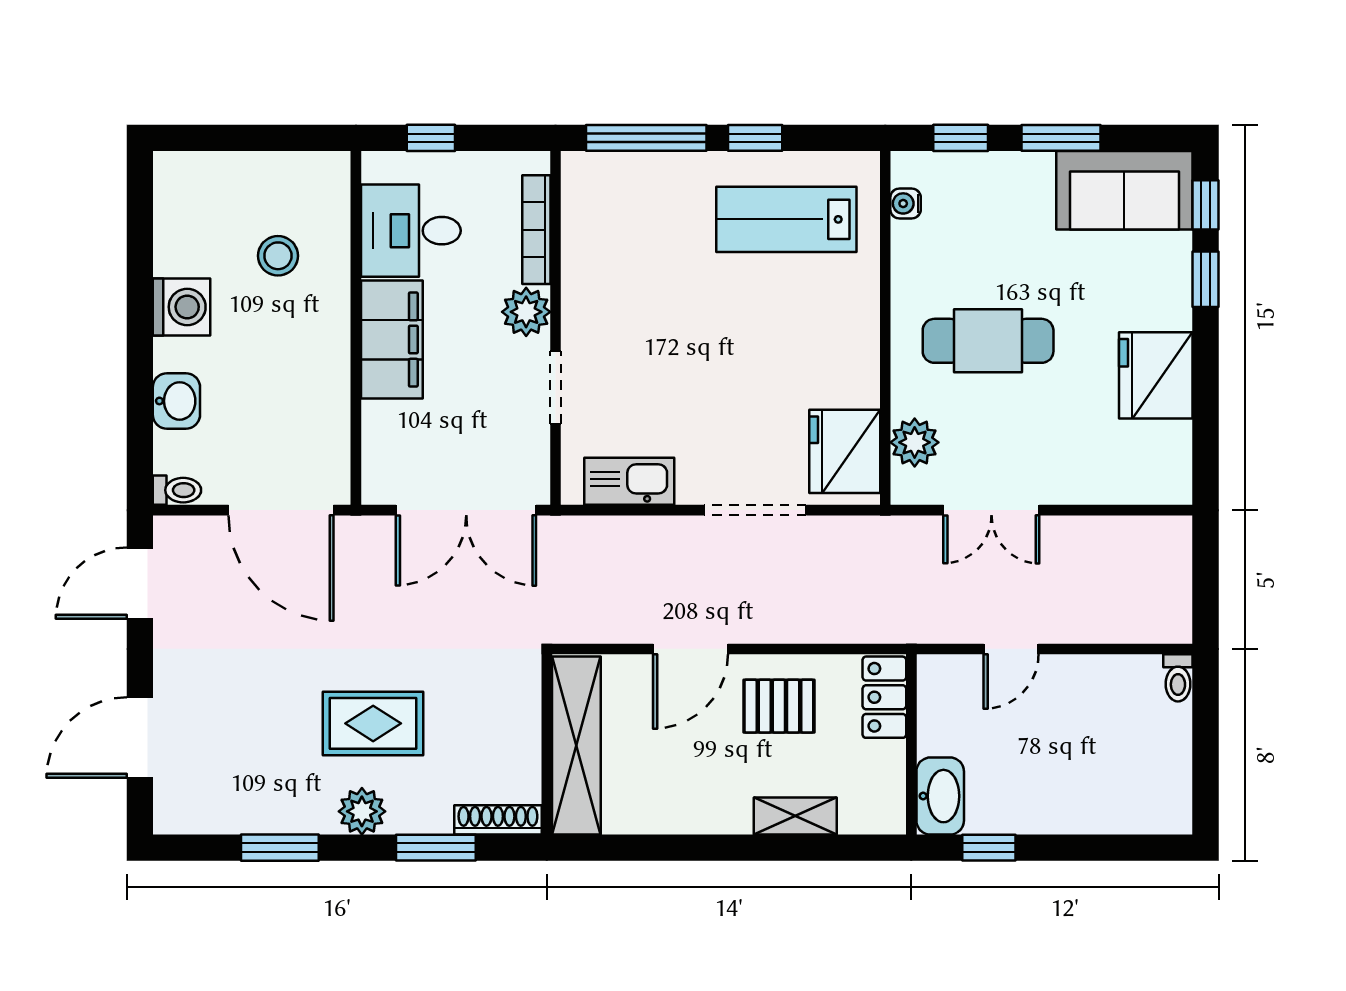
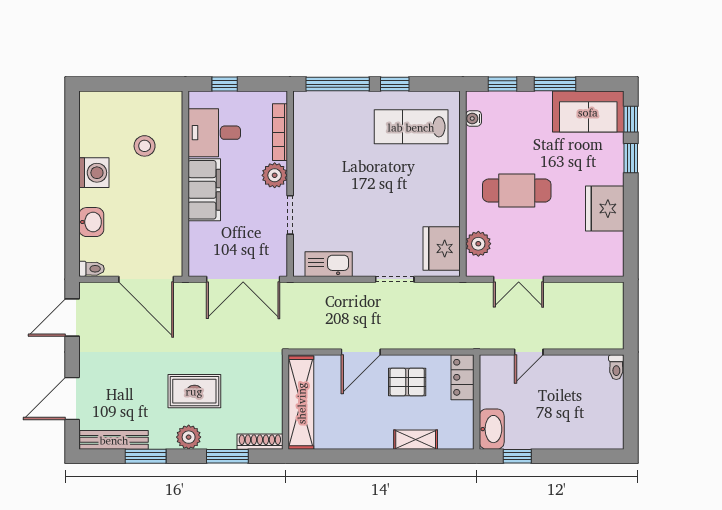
doorway: (755, 510) -> (395, 279), width x0.73
bench: (220, 816) -> (114, 440), added

